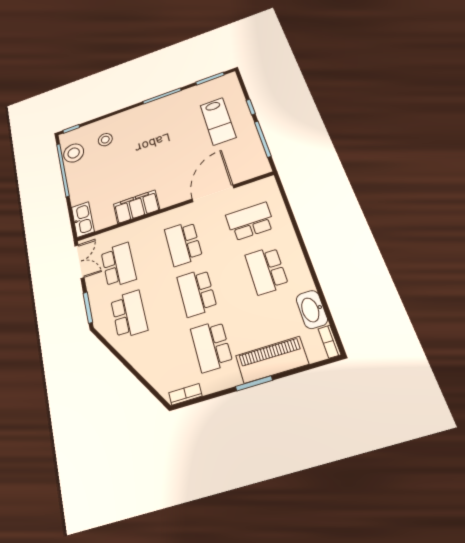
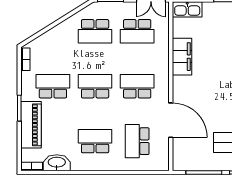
school desk: (250, 221) -> (137, 141), turned 180

